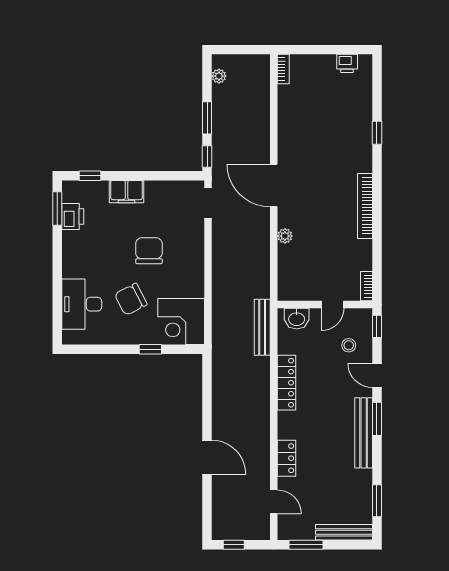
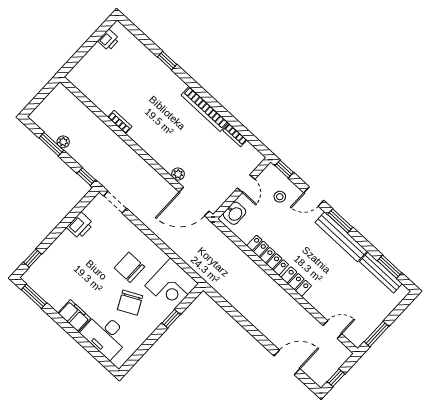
bookcase: (283, 69) -> (120, 122), moved
plant: (219, 76) -> (63, 142), moved
window: (207, 118) -> (51, 144), moved
door: (274, 185) -> (194, 201), moved
filing cabinet: (126, 192) -> (74, 316), moved, turned -90
printer: (73, 217) -> (80, 226), moved, turned 90
chair: (149, 251) -> (129, 267), moved
bookcase: (366, 286) -> (235, 135), moved
bench: (262, 327) -> (220, 239), removed
door: (207, 457) -> (287, 362), moved
locker: (287, 458) -> (296, 282), moved
bench: (344, 532) -> (381, 273), moved, turned 90

